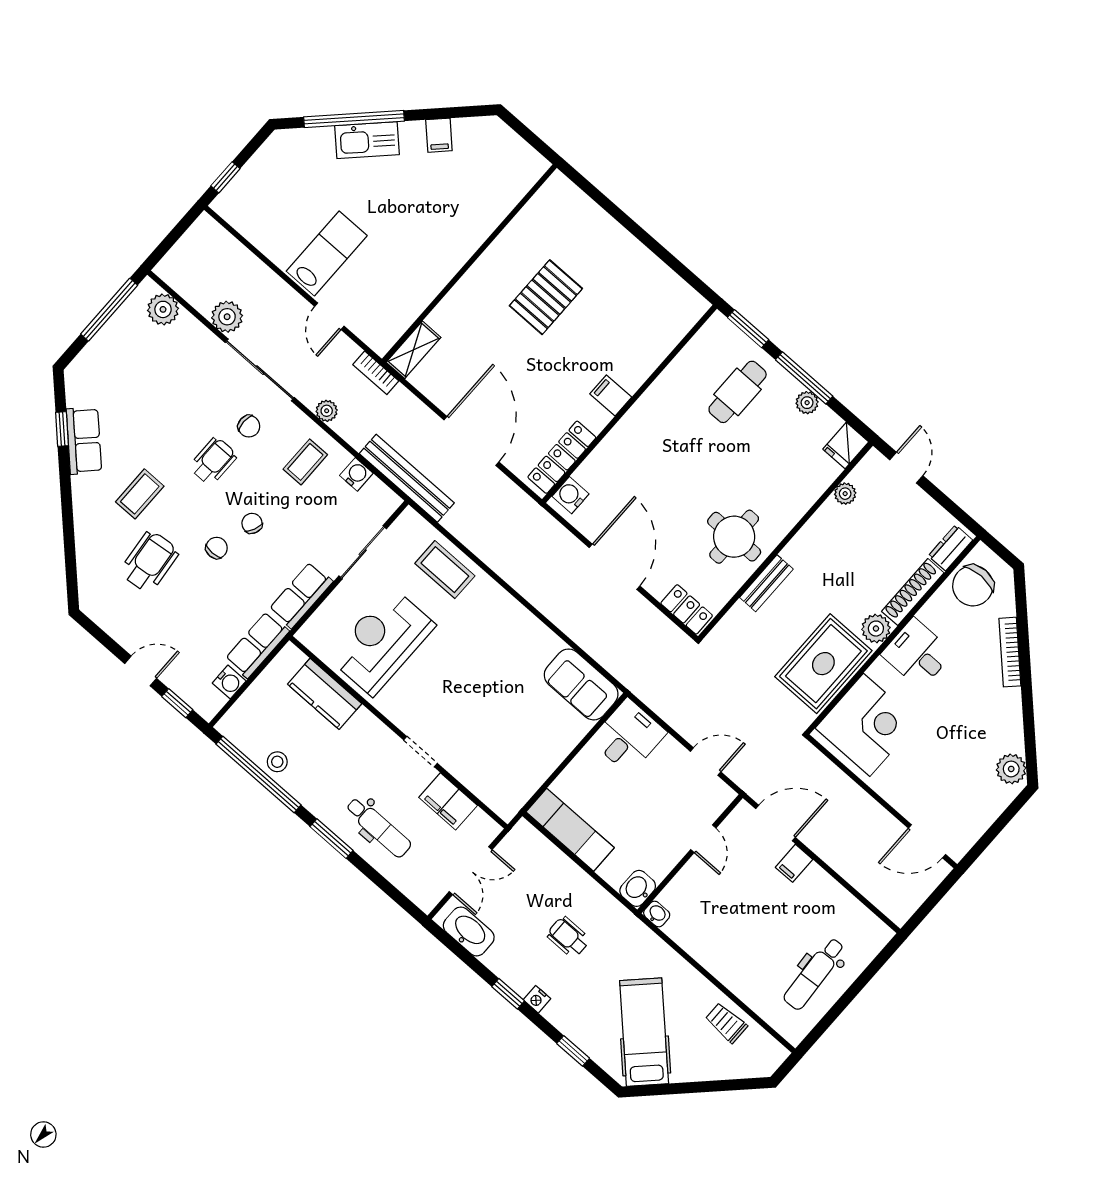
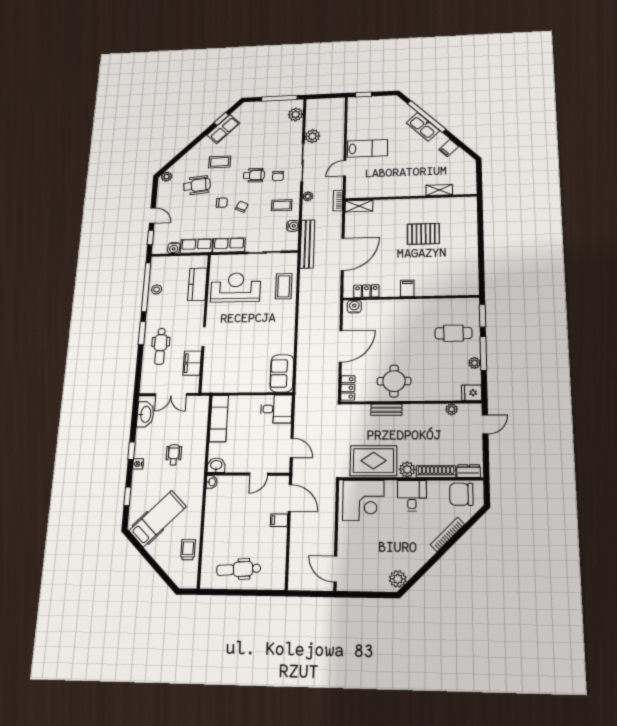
shelving: (496, 211) -> (439, 190), added
locker: (562, 457) -> (366, 291), width x0.66
plant: (90, 596) -> (167, 177), added

